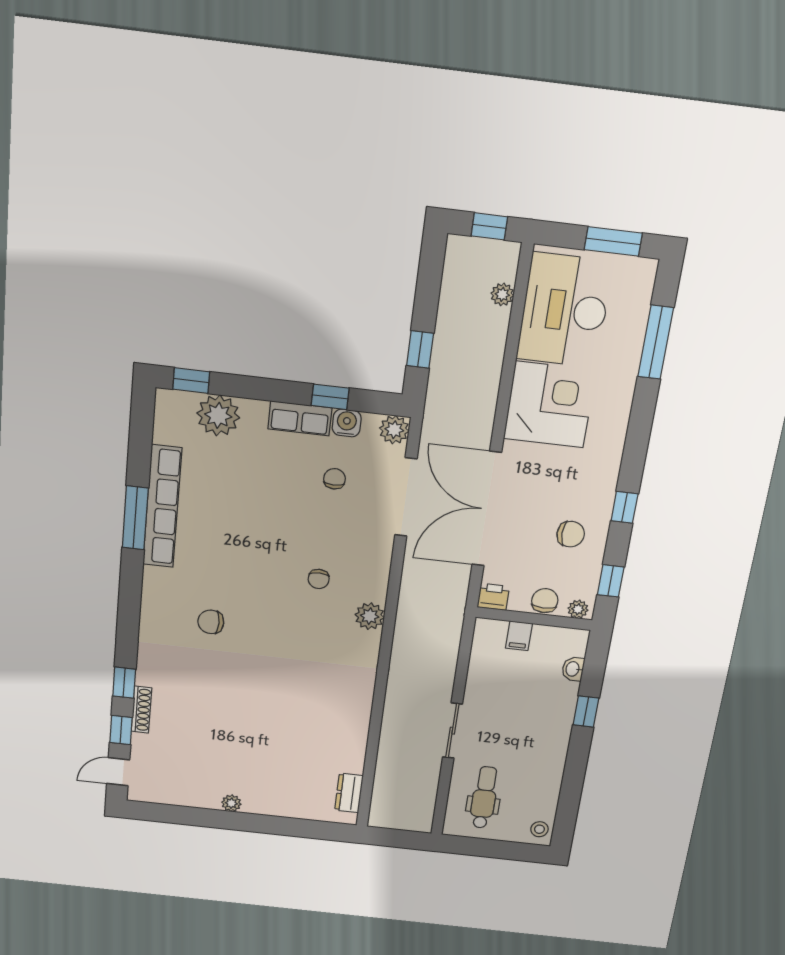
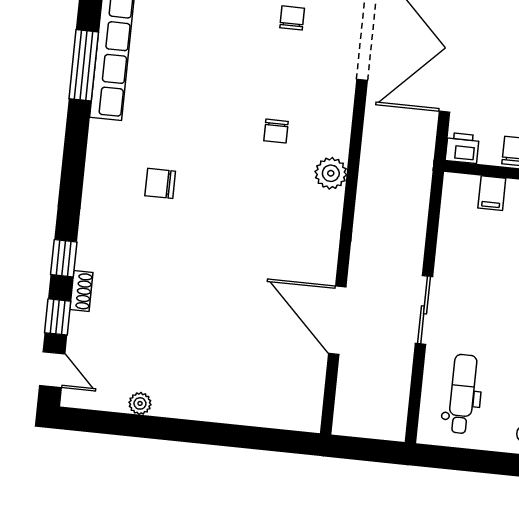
shoe rack: (141, 710) -> (81, 291), width x0.70
door: (374, 737) -> (337, 320), added
door: (118, 772) -> (52, 370), swing flipped
dresser: (349, 793) -> (311, 391), removed
plant: (231, 803) -> (140, 403), moved

